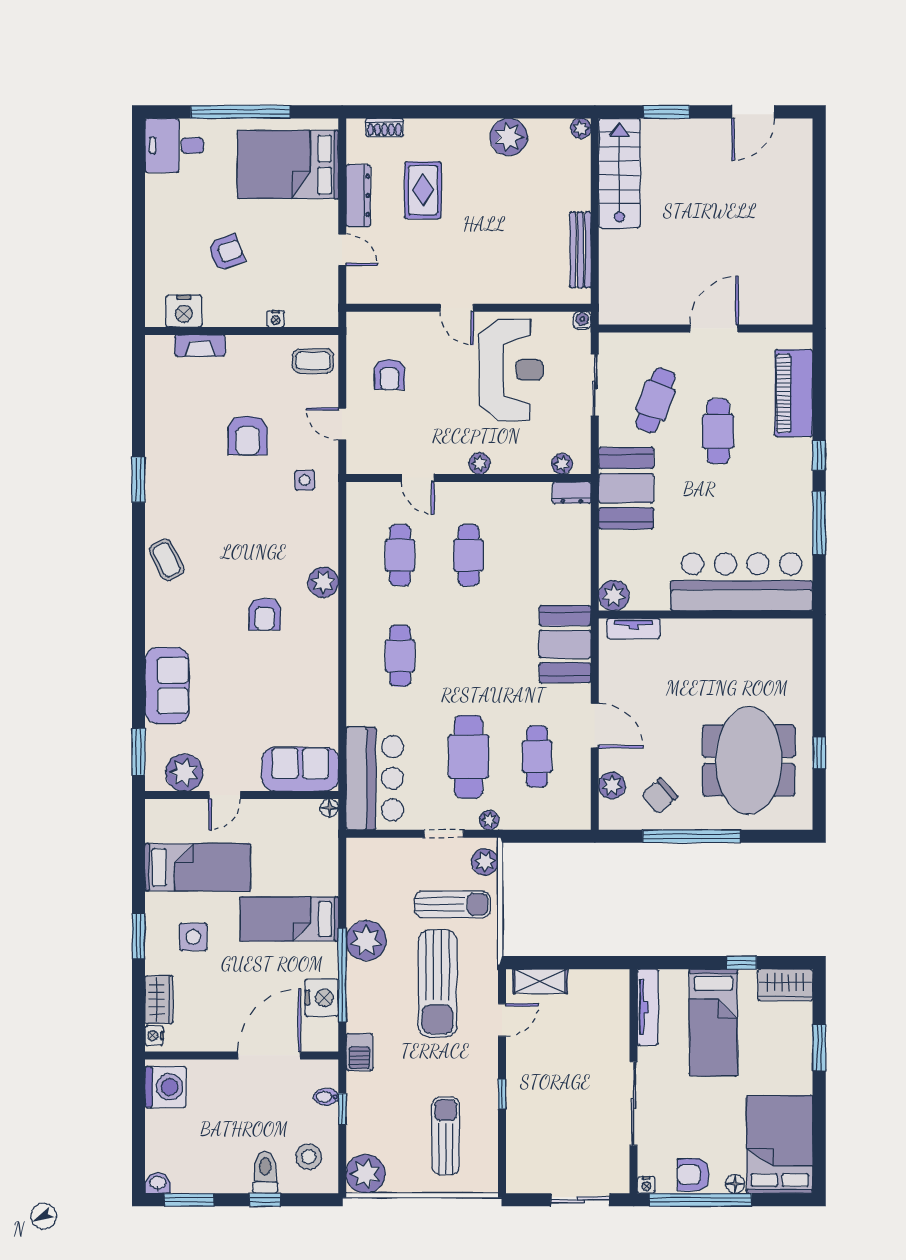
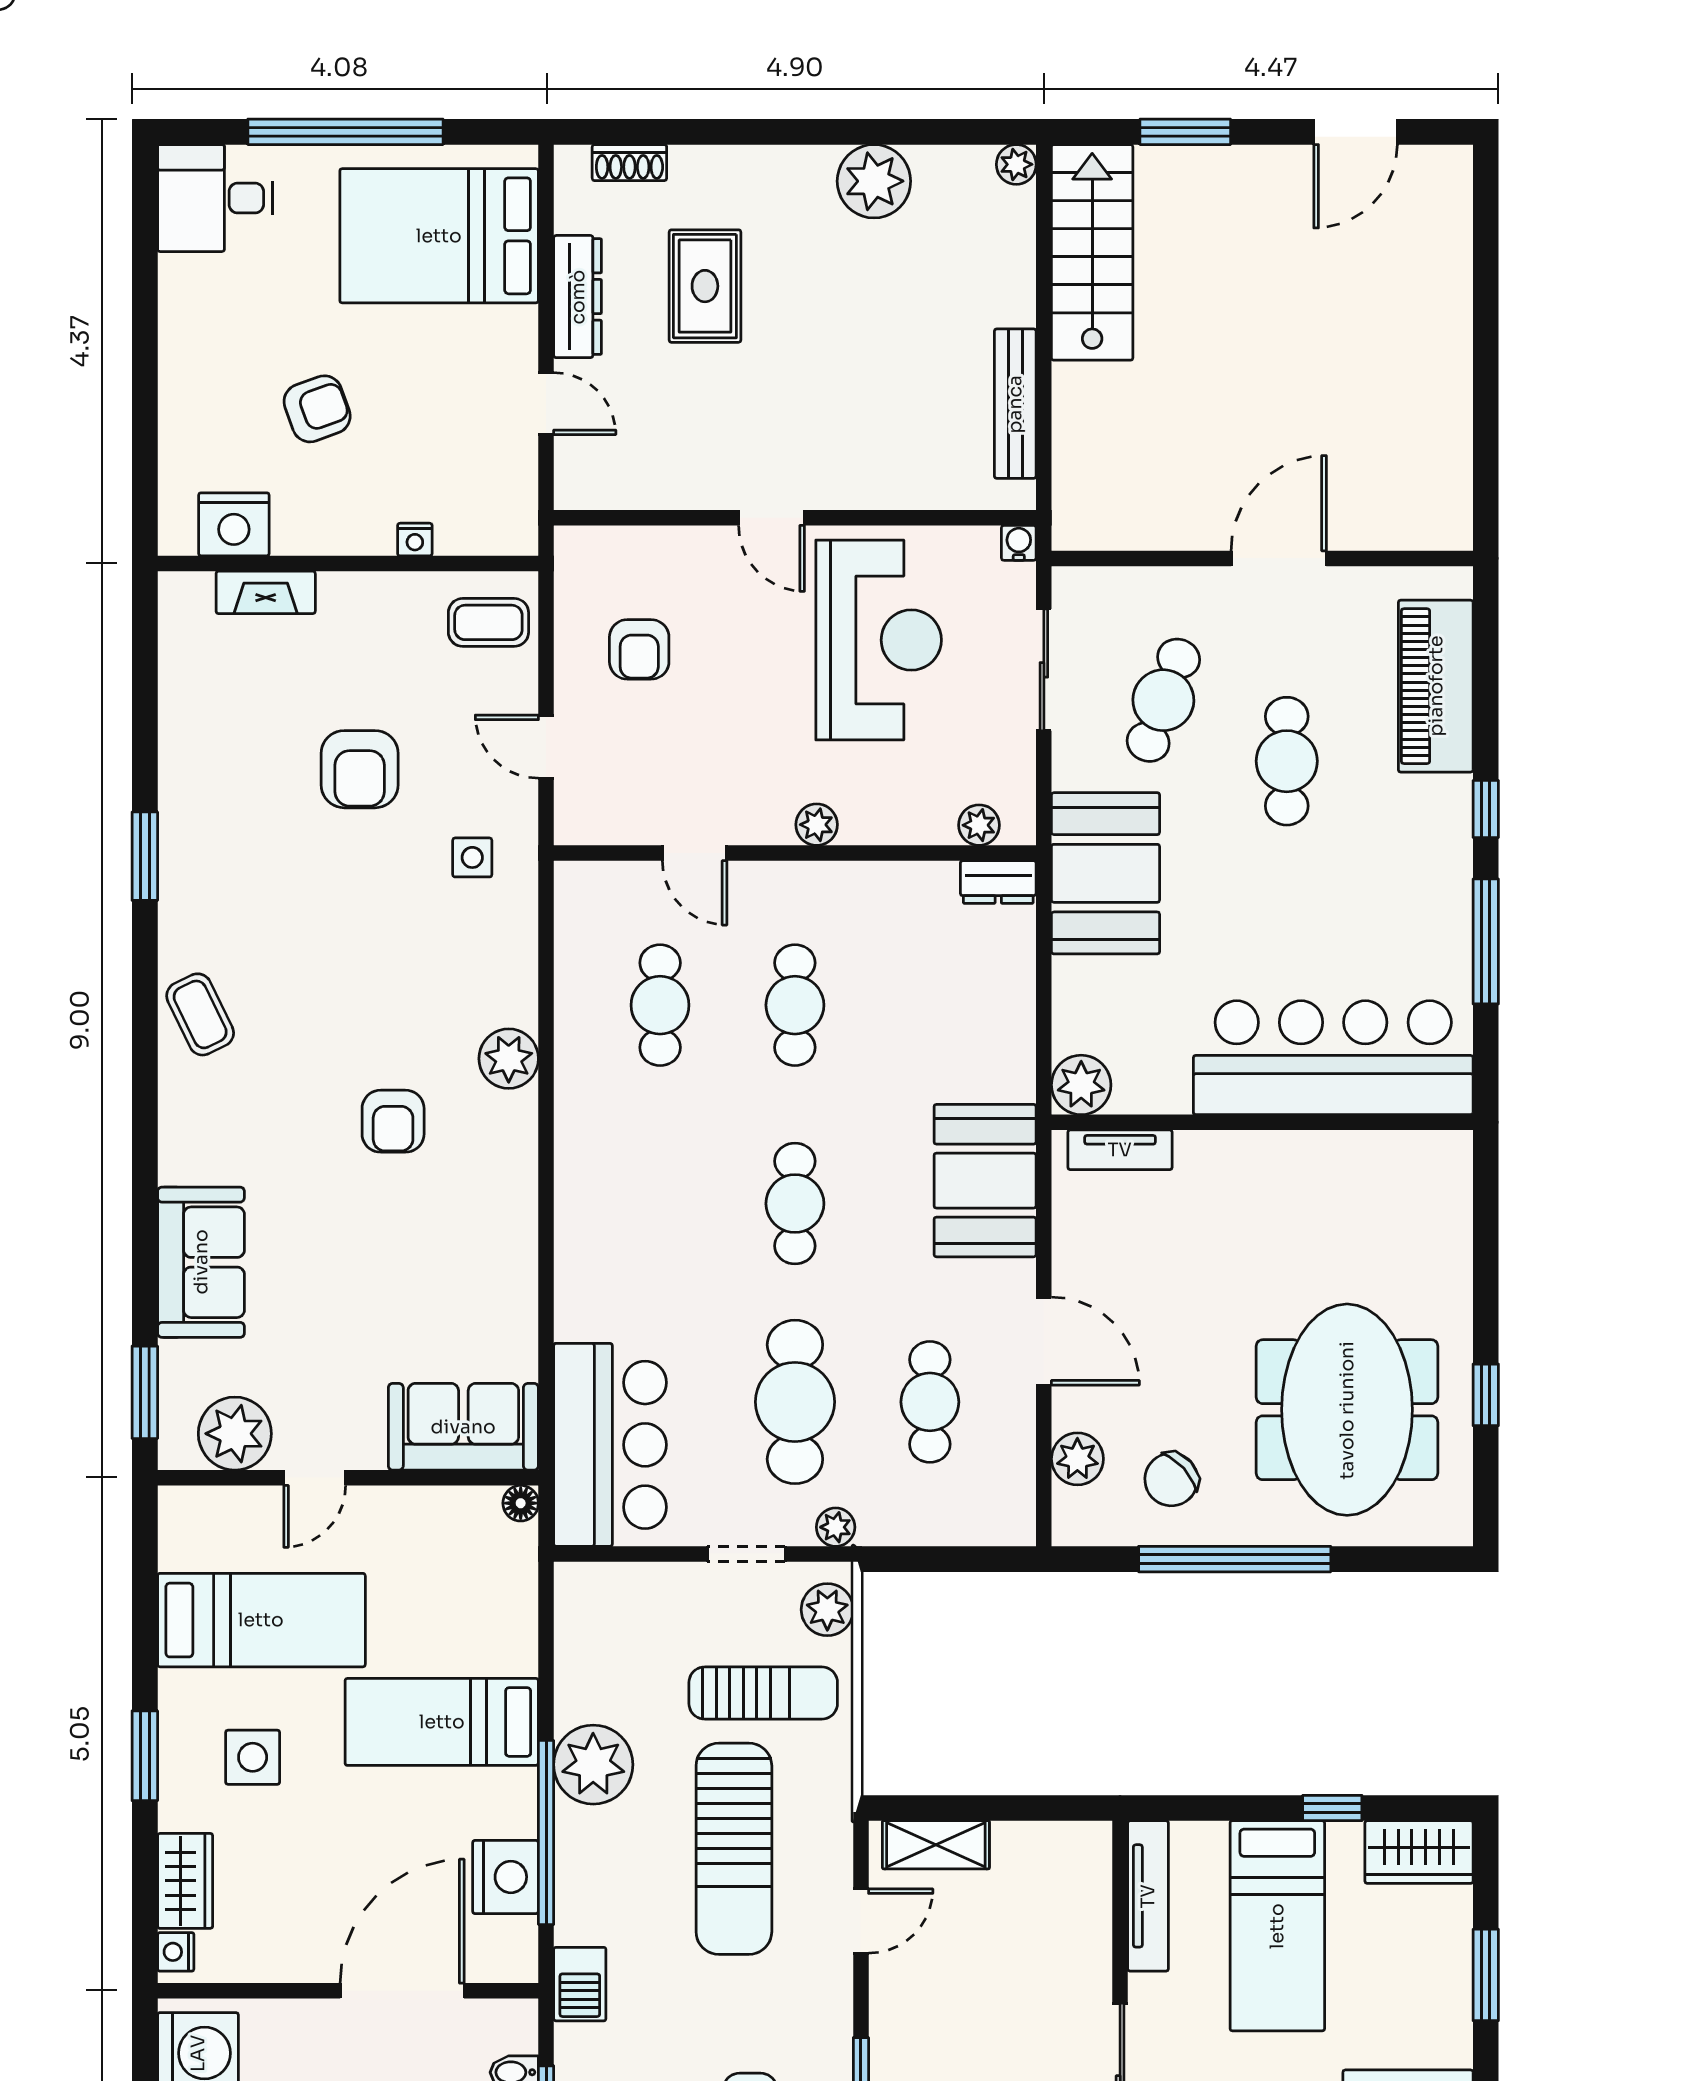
cafe table: (400, 656) -> (795, 1204), moved

